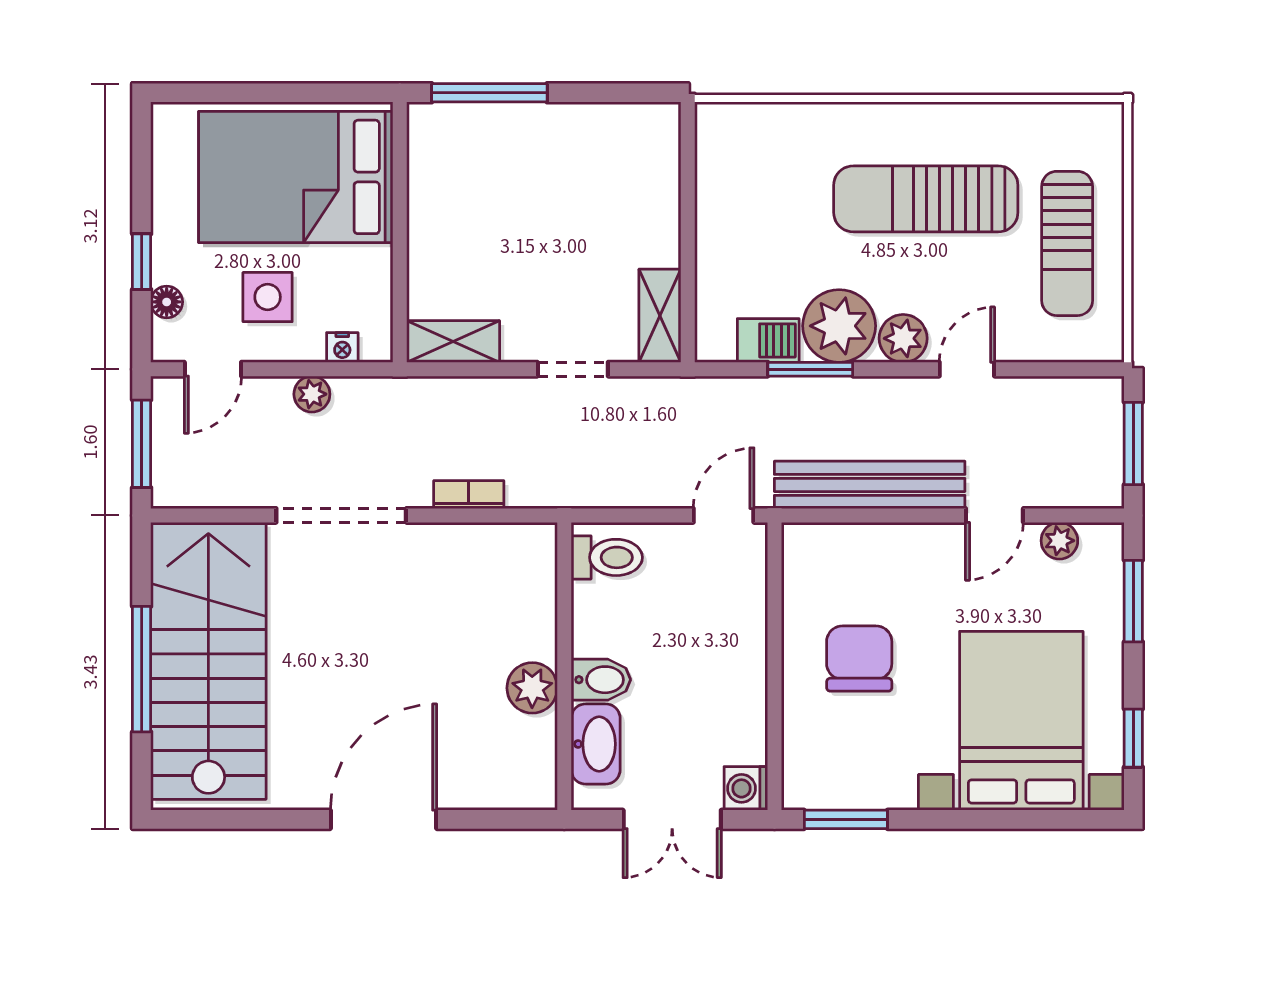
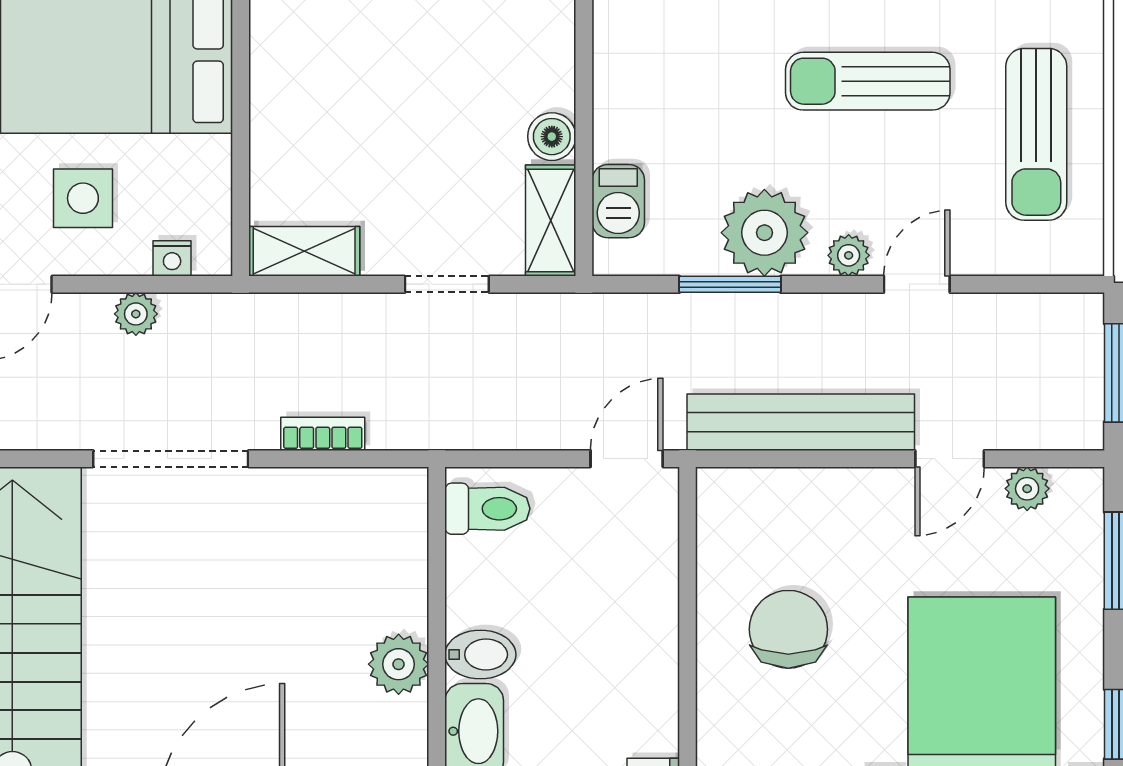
sun lounger: (926, 199) -> (868, 81), width x0.73, depth x0.75
boiler: (661, 245) -> (552, 137), added
plant: (903, 338) -> (849, 255), width x0.73, depth x0.73
barbecue: (768, 340) -> (618, 201), moved, turned 90

